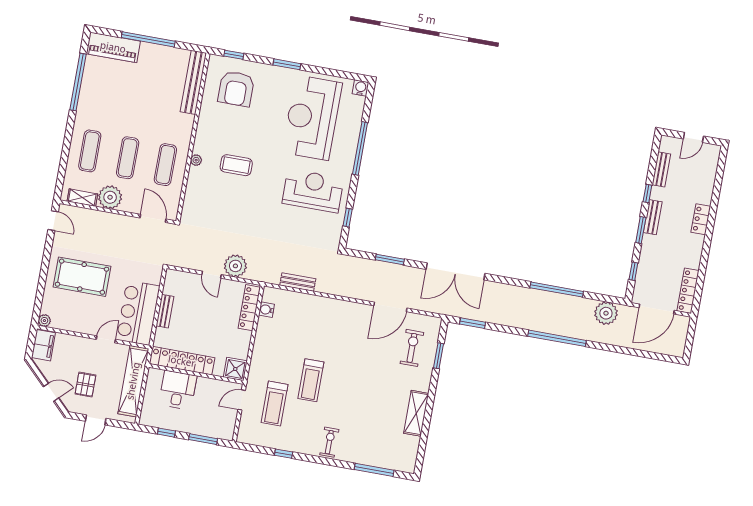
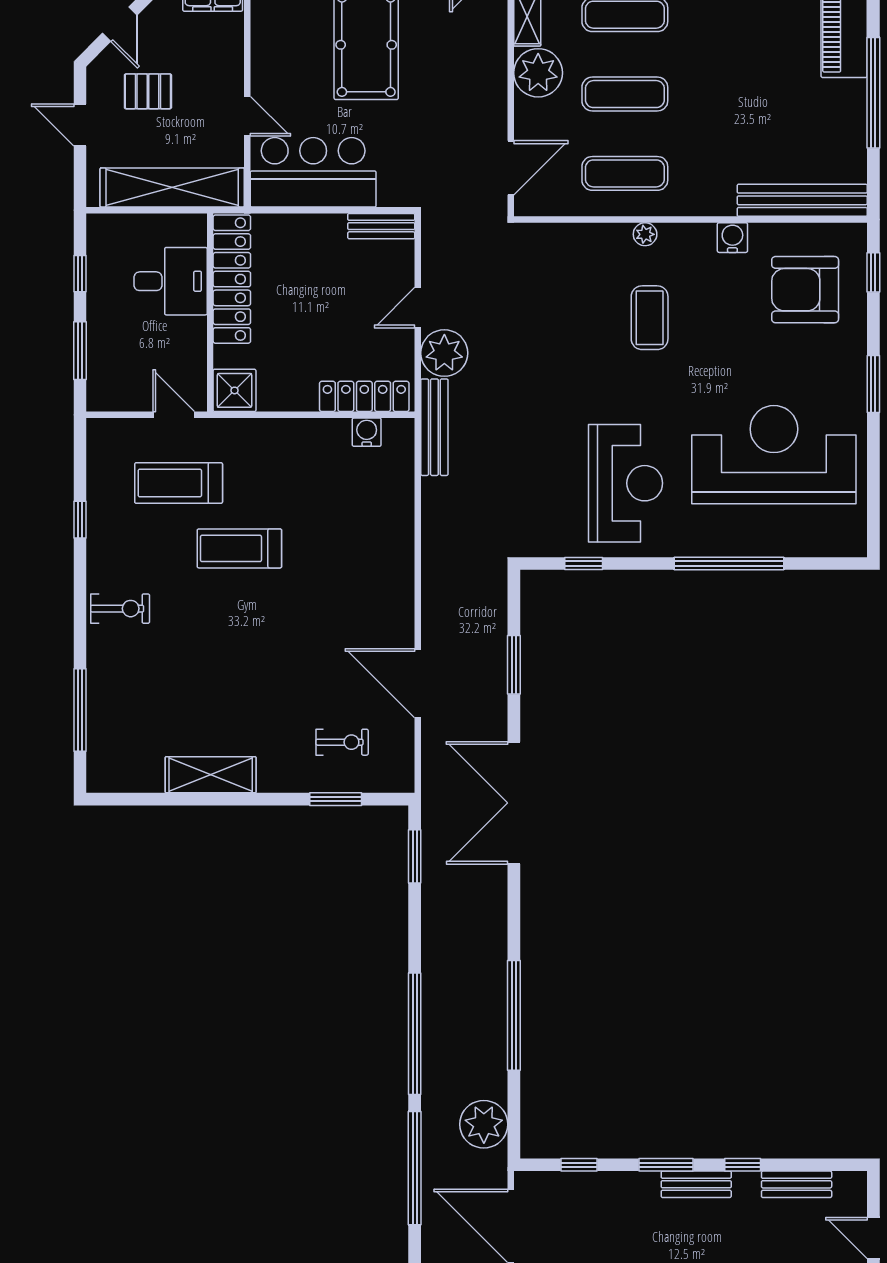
water cooler: (361, 88) -> (732, 238), moved, turned -90
bench: (298, 282) -> (434, 427), moved, width x1.36
bench: (165, 311) -> (381, 226), moved
exercise bike: (412, 348) -> (342, 742), width x0.73, depth x0.72
window: (621, 350) -> (415, 1168), added

